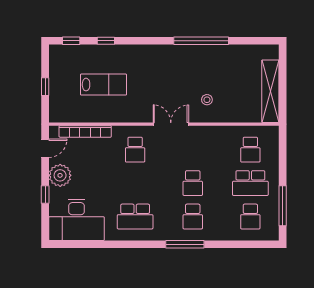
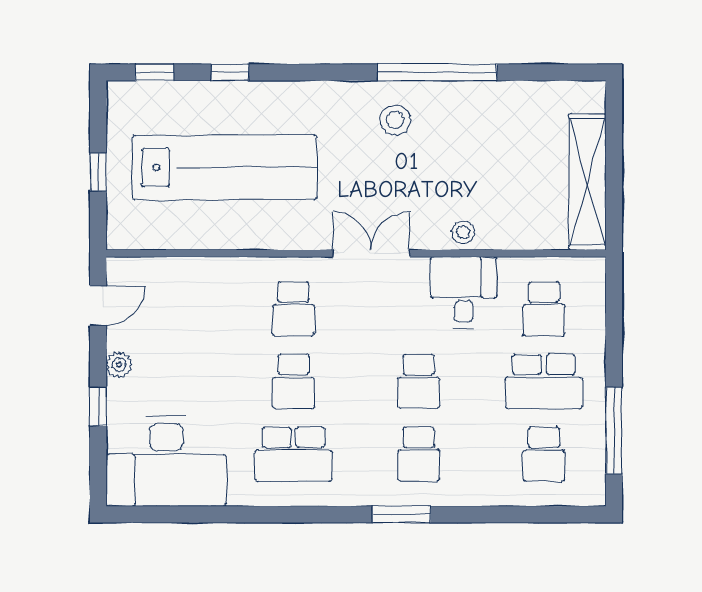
stool: (182, 63) -> (395, 120), added
lab bench: (103, 85) -> (225, 167), width x1.86, depth x1.39
stool: (207, 100) -> (463, 232), moved
bookcase: (85, 131) -> (185, 269), removed
desk: (213, 142) -> (464, 292), added
plant: (60, 175) -> (119, 365), width x0.53, depth x0.53
school desk: (135, 183) -> (293, 381), added
window: (185, 244) -> (401, 514), width x0.69

